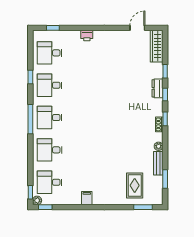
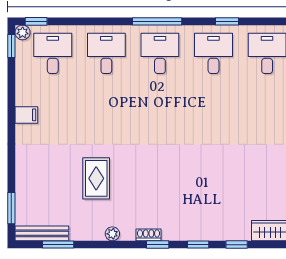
dresser: (157, 88) -> (208, 232), removed
bench: (158, 163) -> (42, 233), moved, width x1.36
rug: (135, 185) -> (96, 178), moved, turned 90

